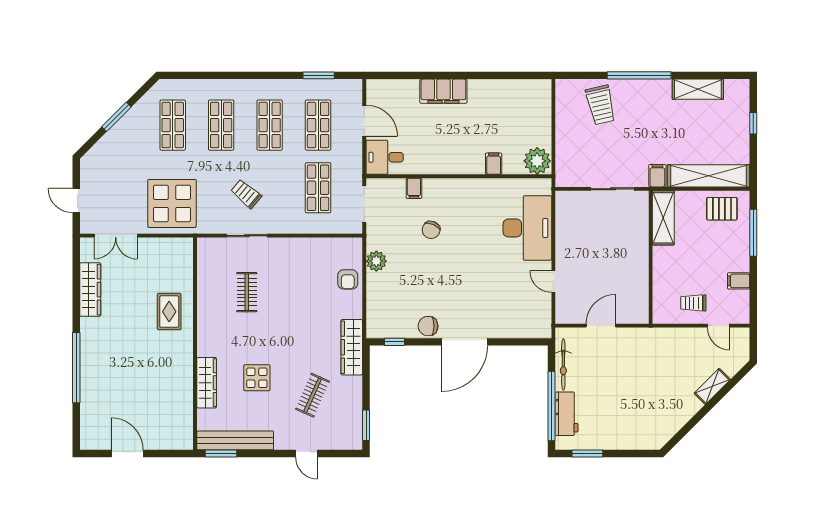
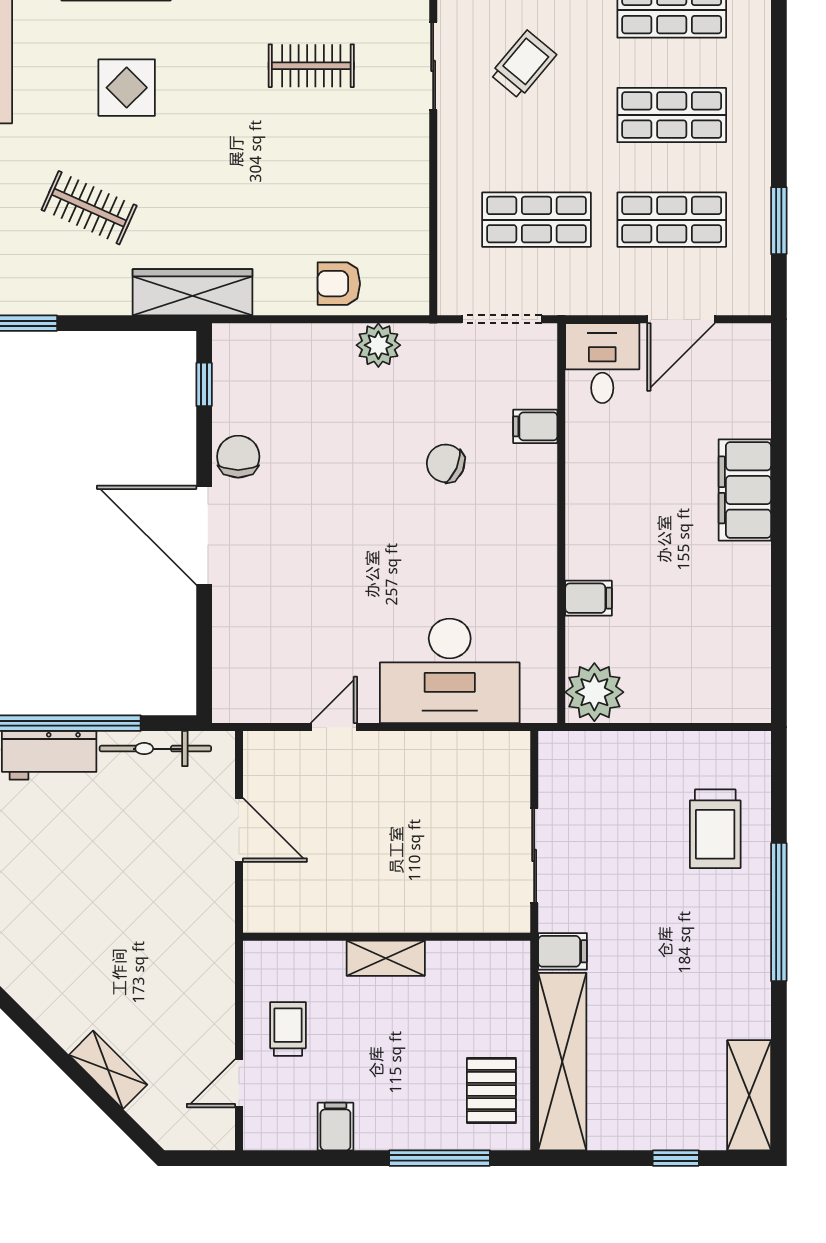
shelving: (698, 89) -> (749, 1095), moved
trolley: (601, 105) -> (715, 829), turned -77
shelving: (663, 218) -> (386, 958), moved, width x0.67, depth x0.75

